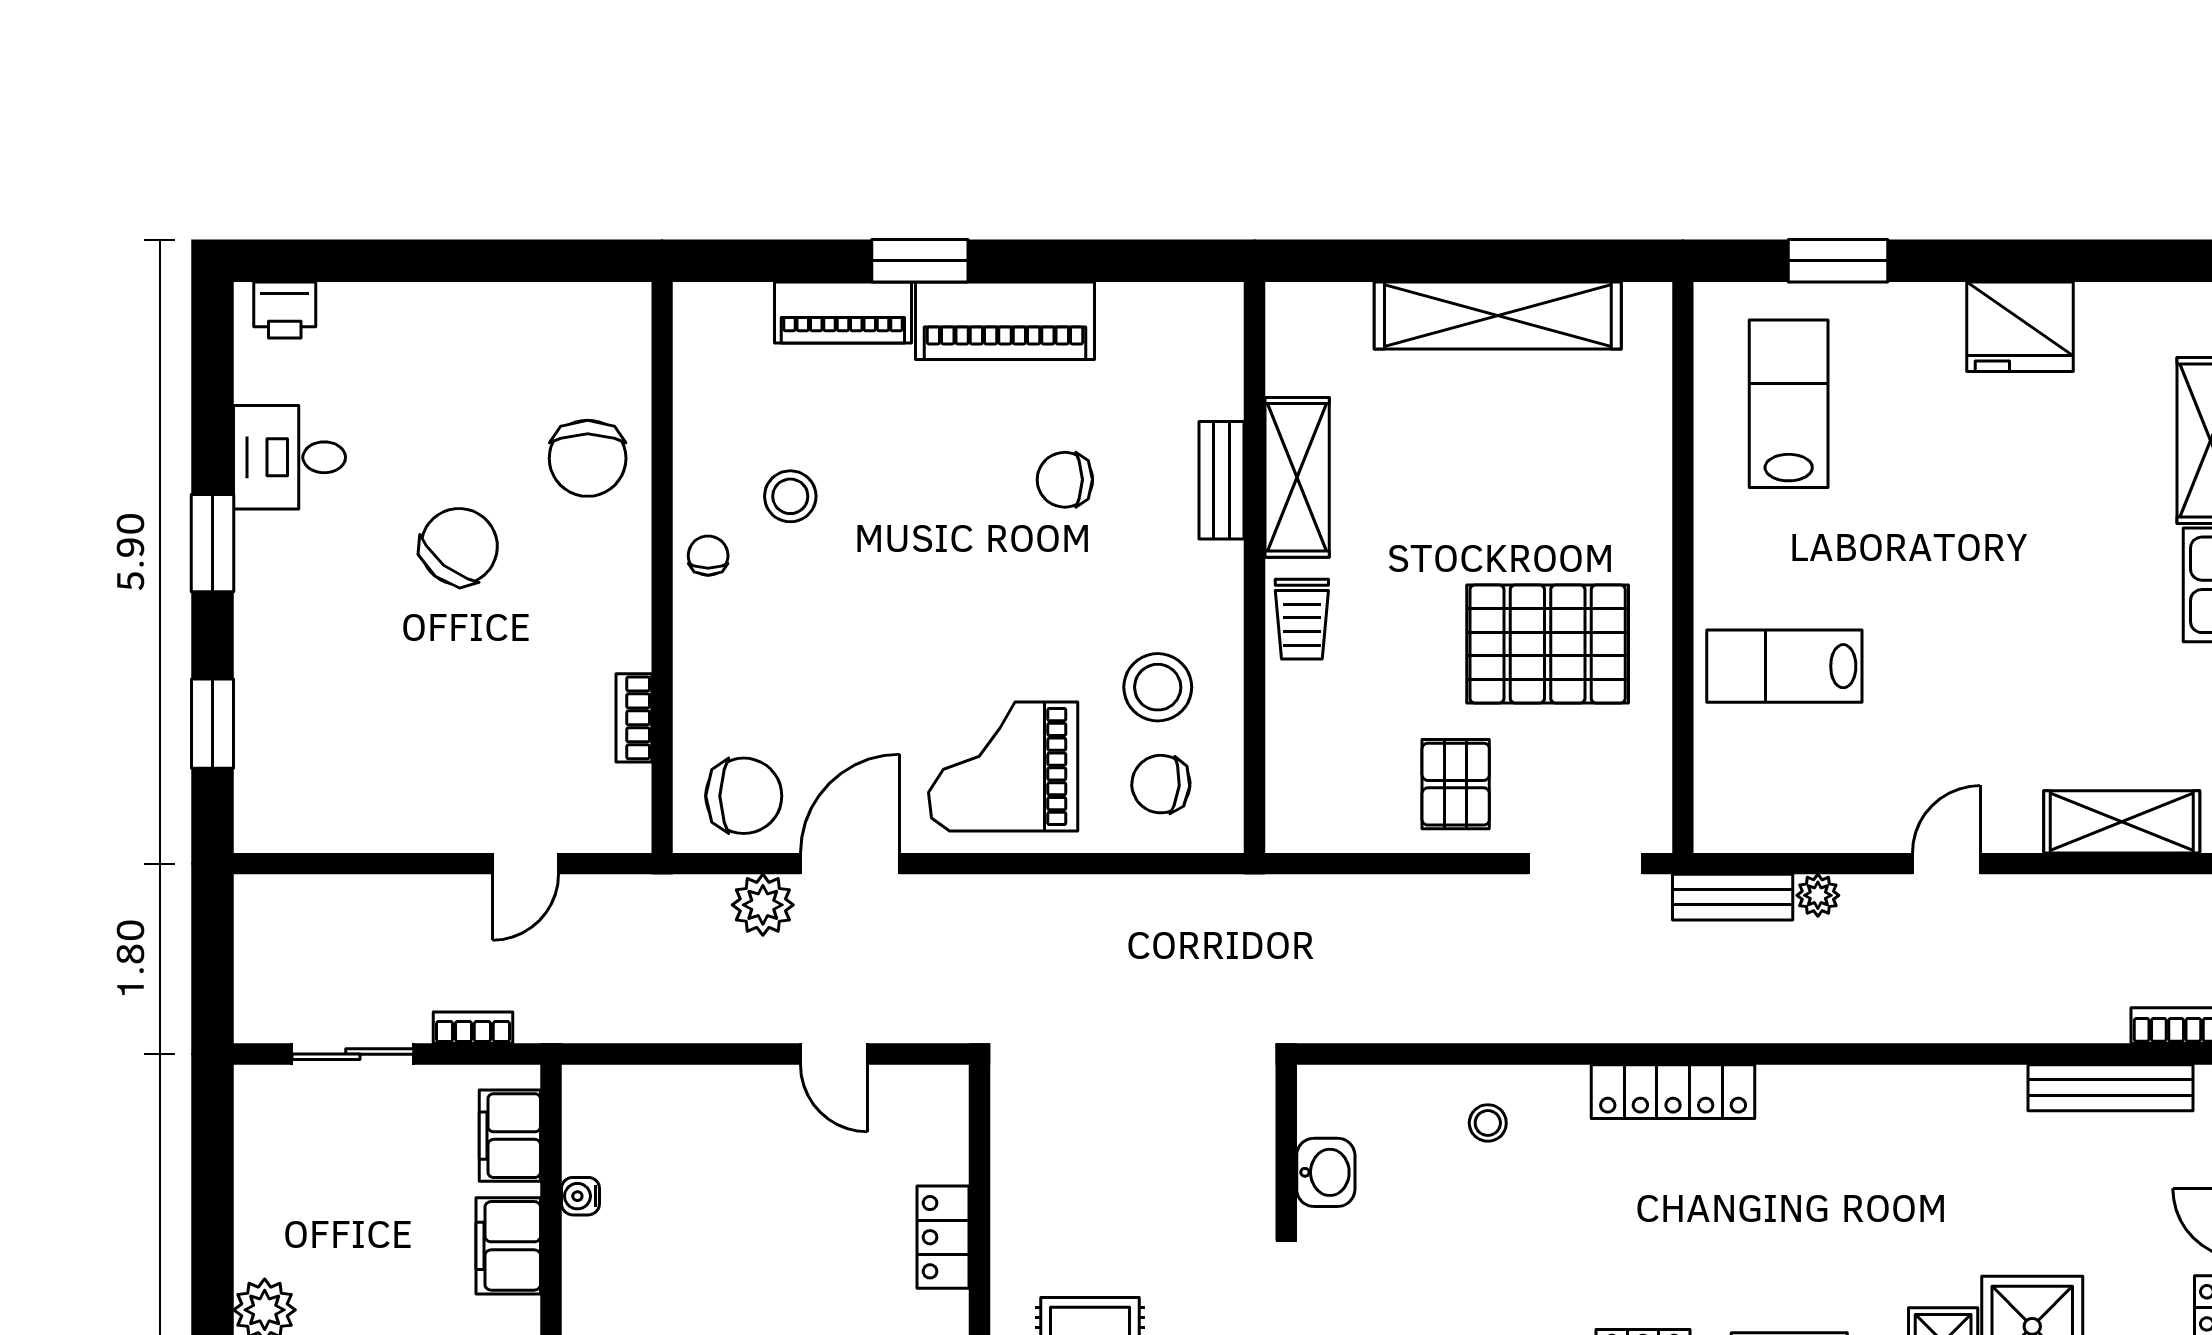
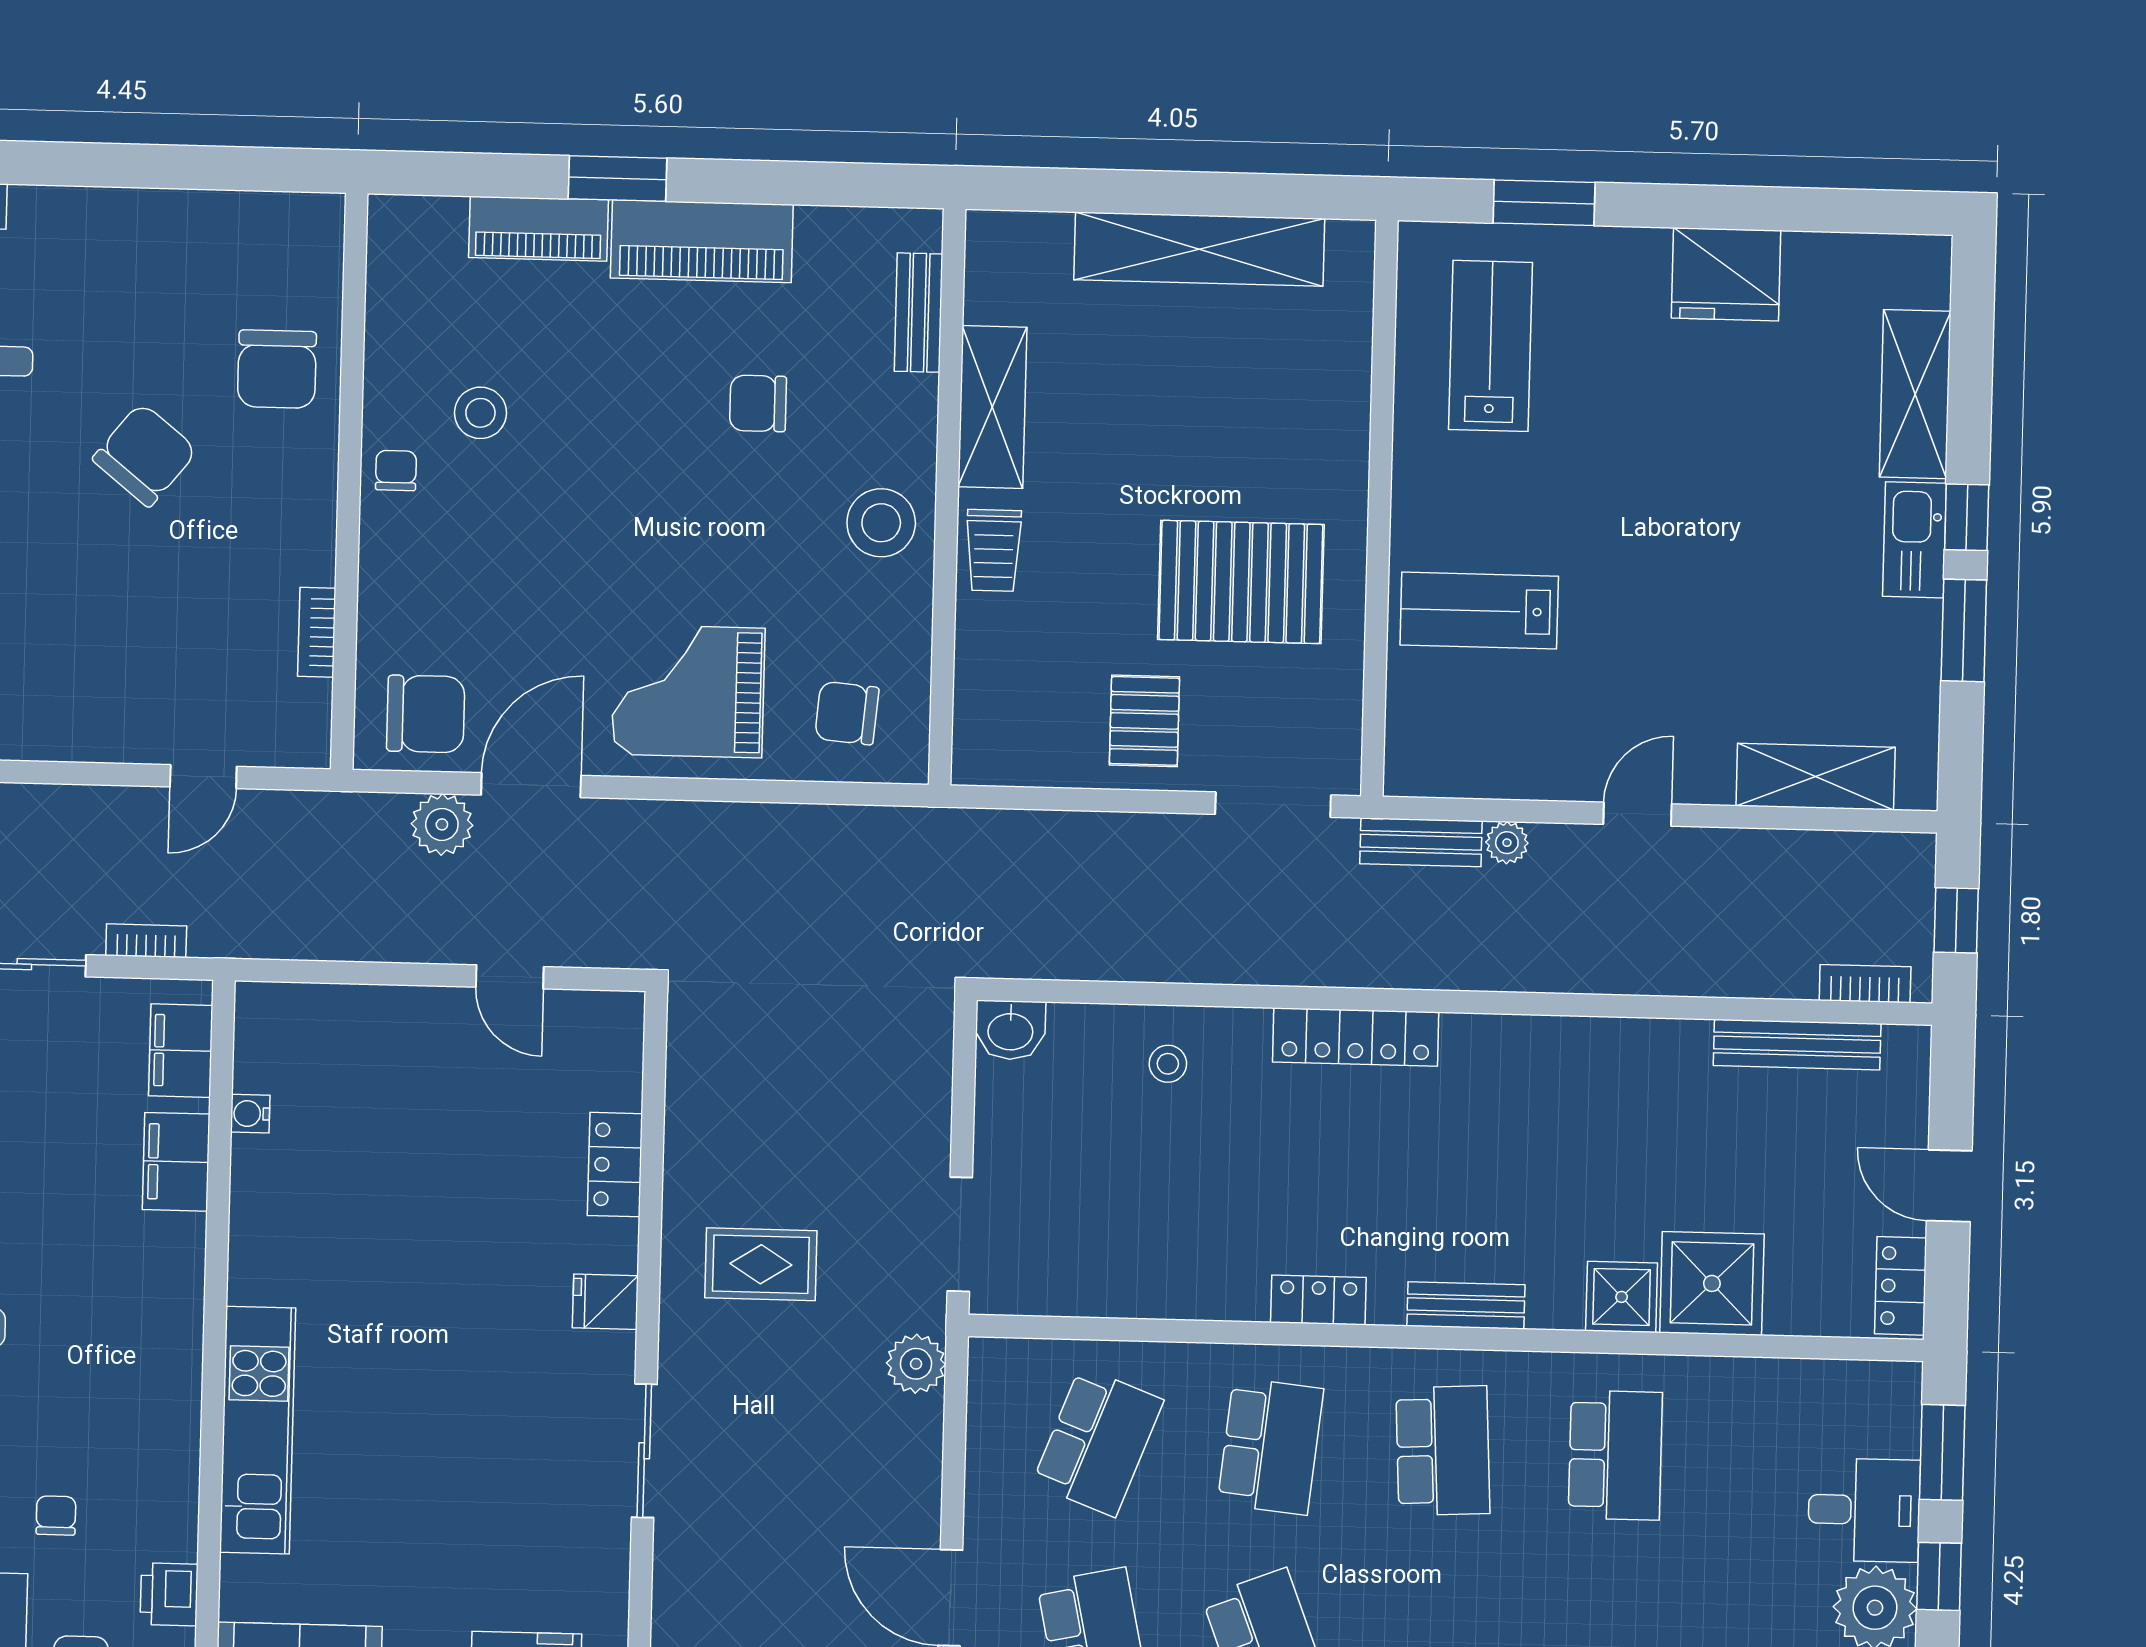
bench: (1221, 480) -> (919, 313), moved
stool: (1158, 687) -> (881, 523), moved
washbasin: (1326, 1172) -> (1010, 1030), moved, turned 90

